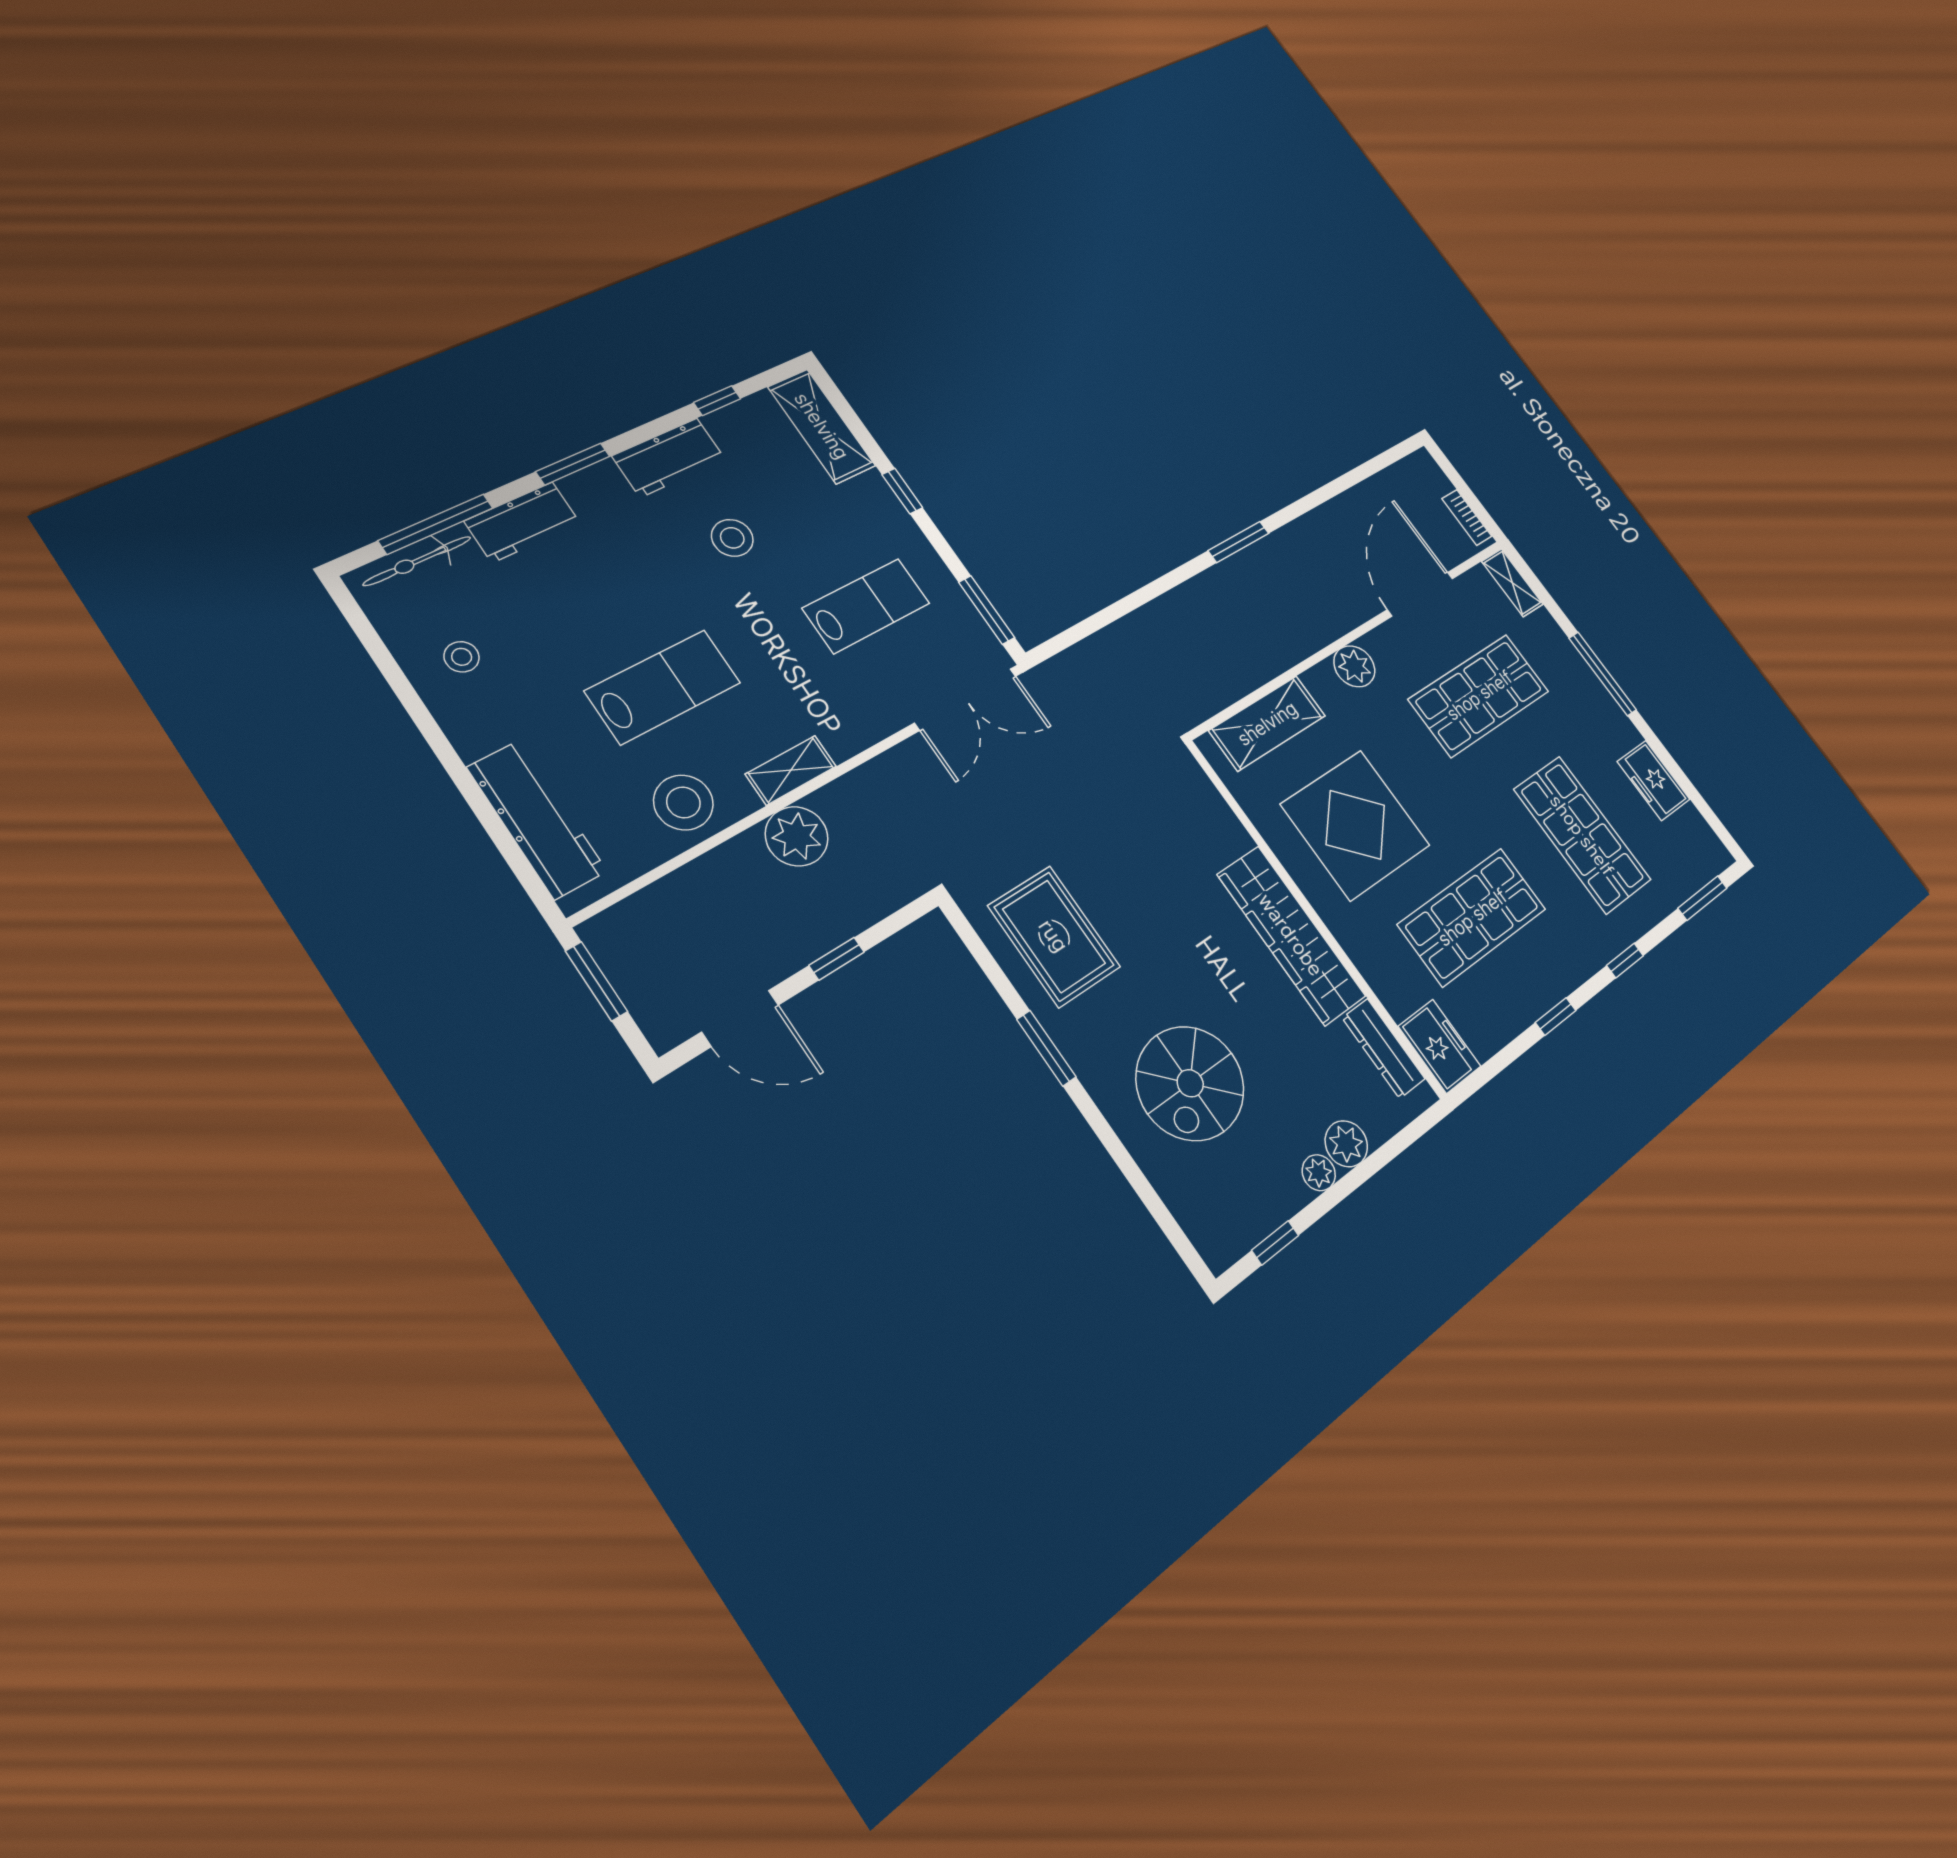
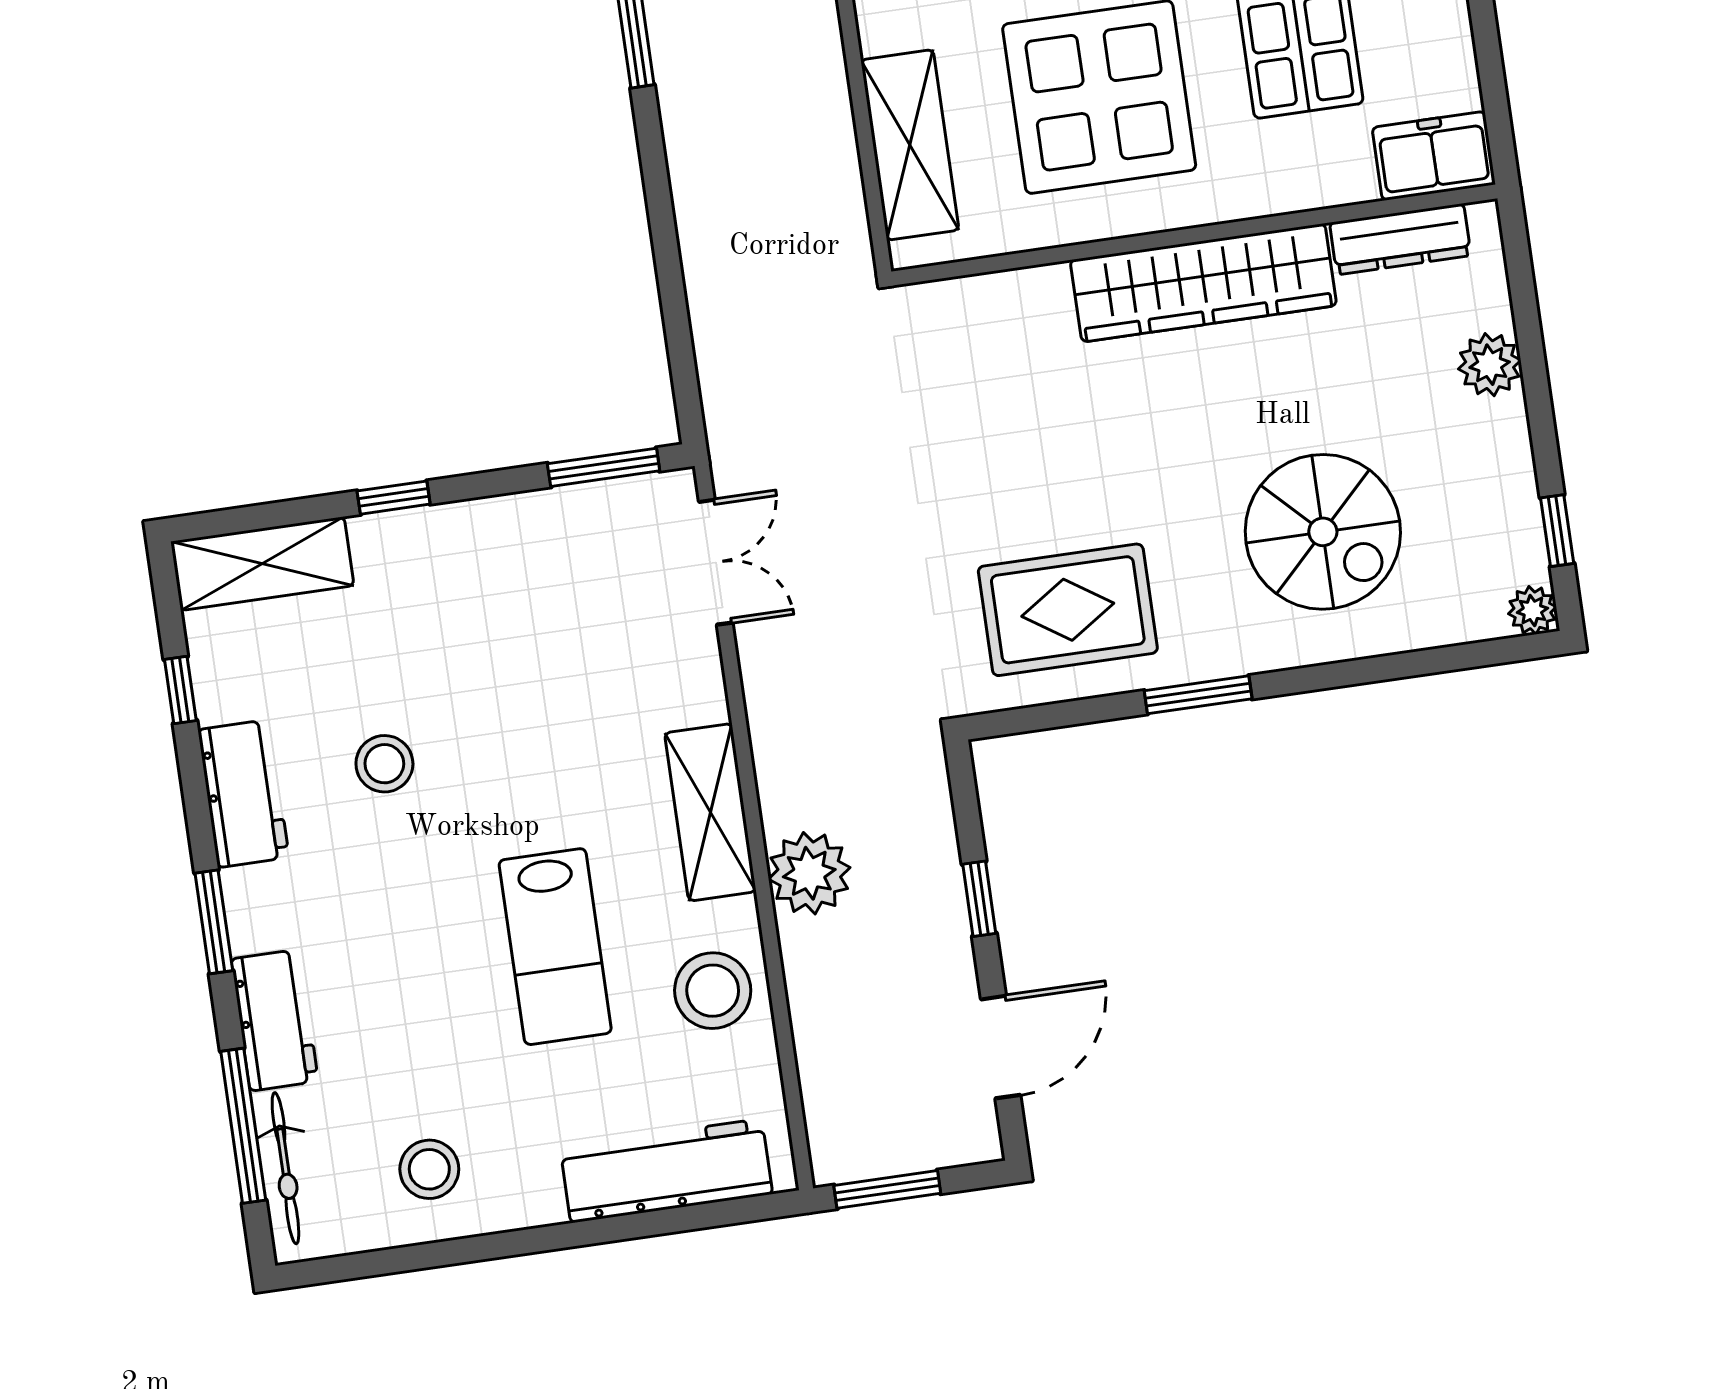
lab bench: (866, 606) -> (540, 631), removed
stool: (462, 657) -> (429, 1169), width x1.37, depth x1.37
lab bench: (663, 687) -> (555, 947), turned 180
double door: (966, 699) -> (716, 562), width x0.73
shelving: (791, 770) -> (710, 812), width x1.50, depth x1.33
plant: (1319, 1173) -> (1532, 610), moved

